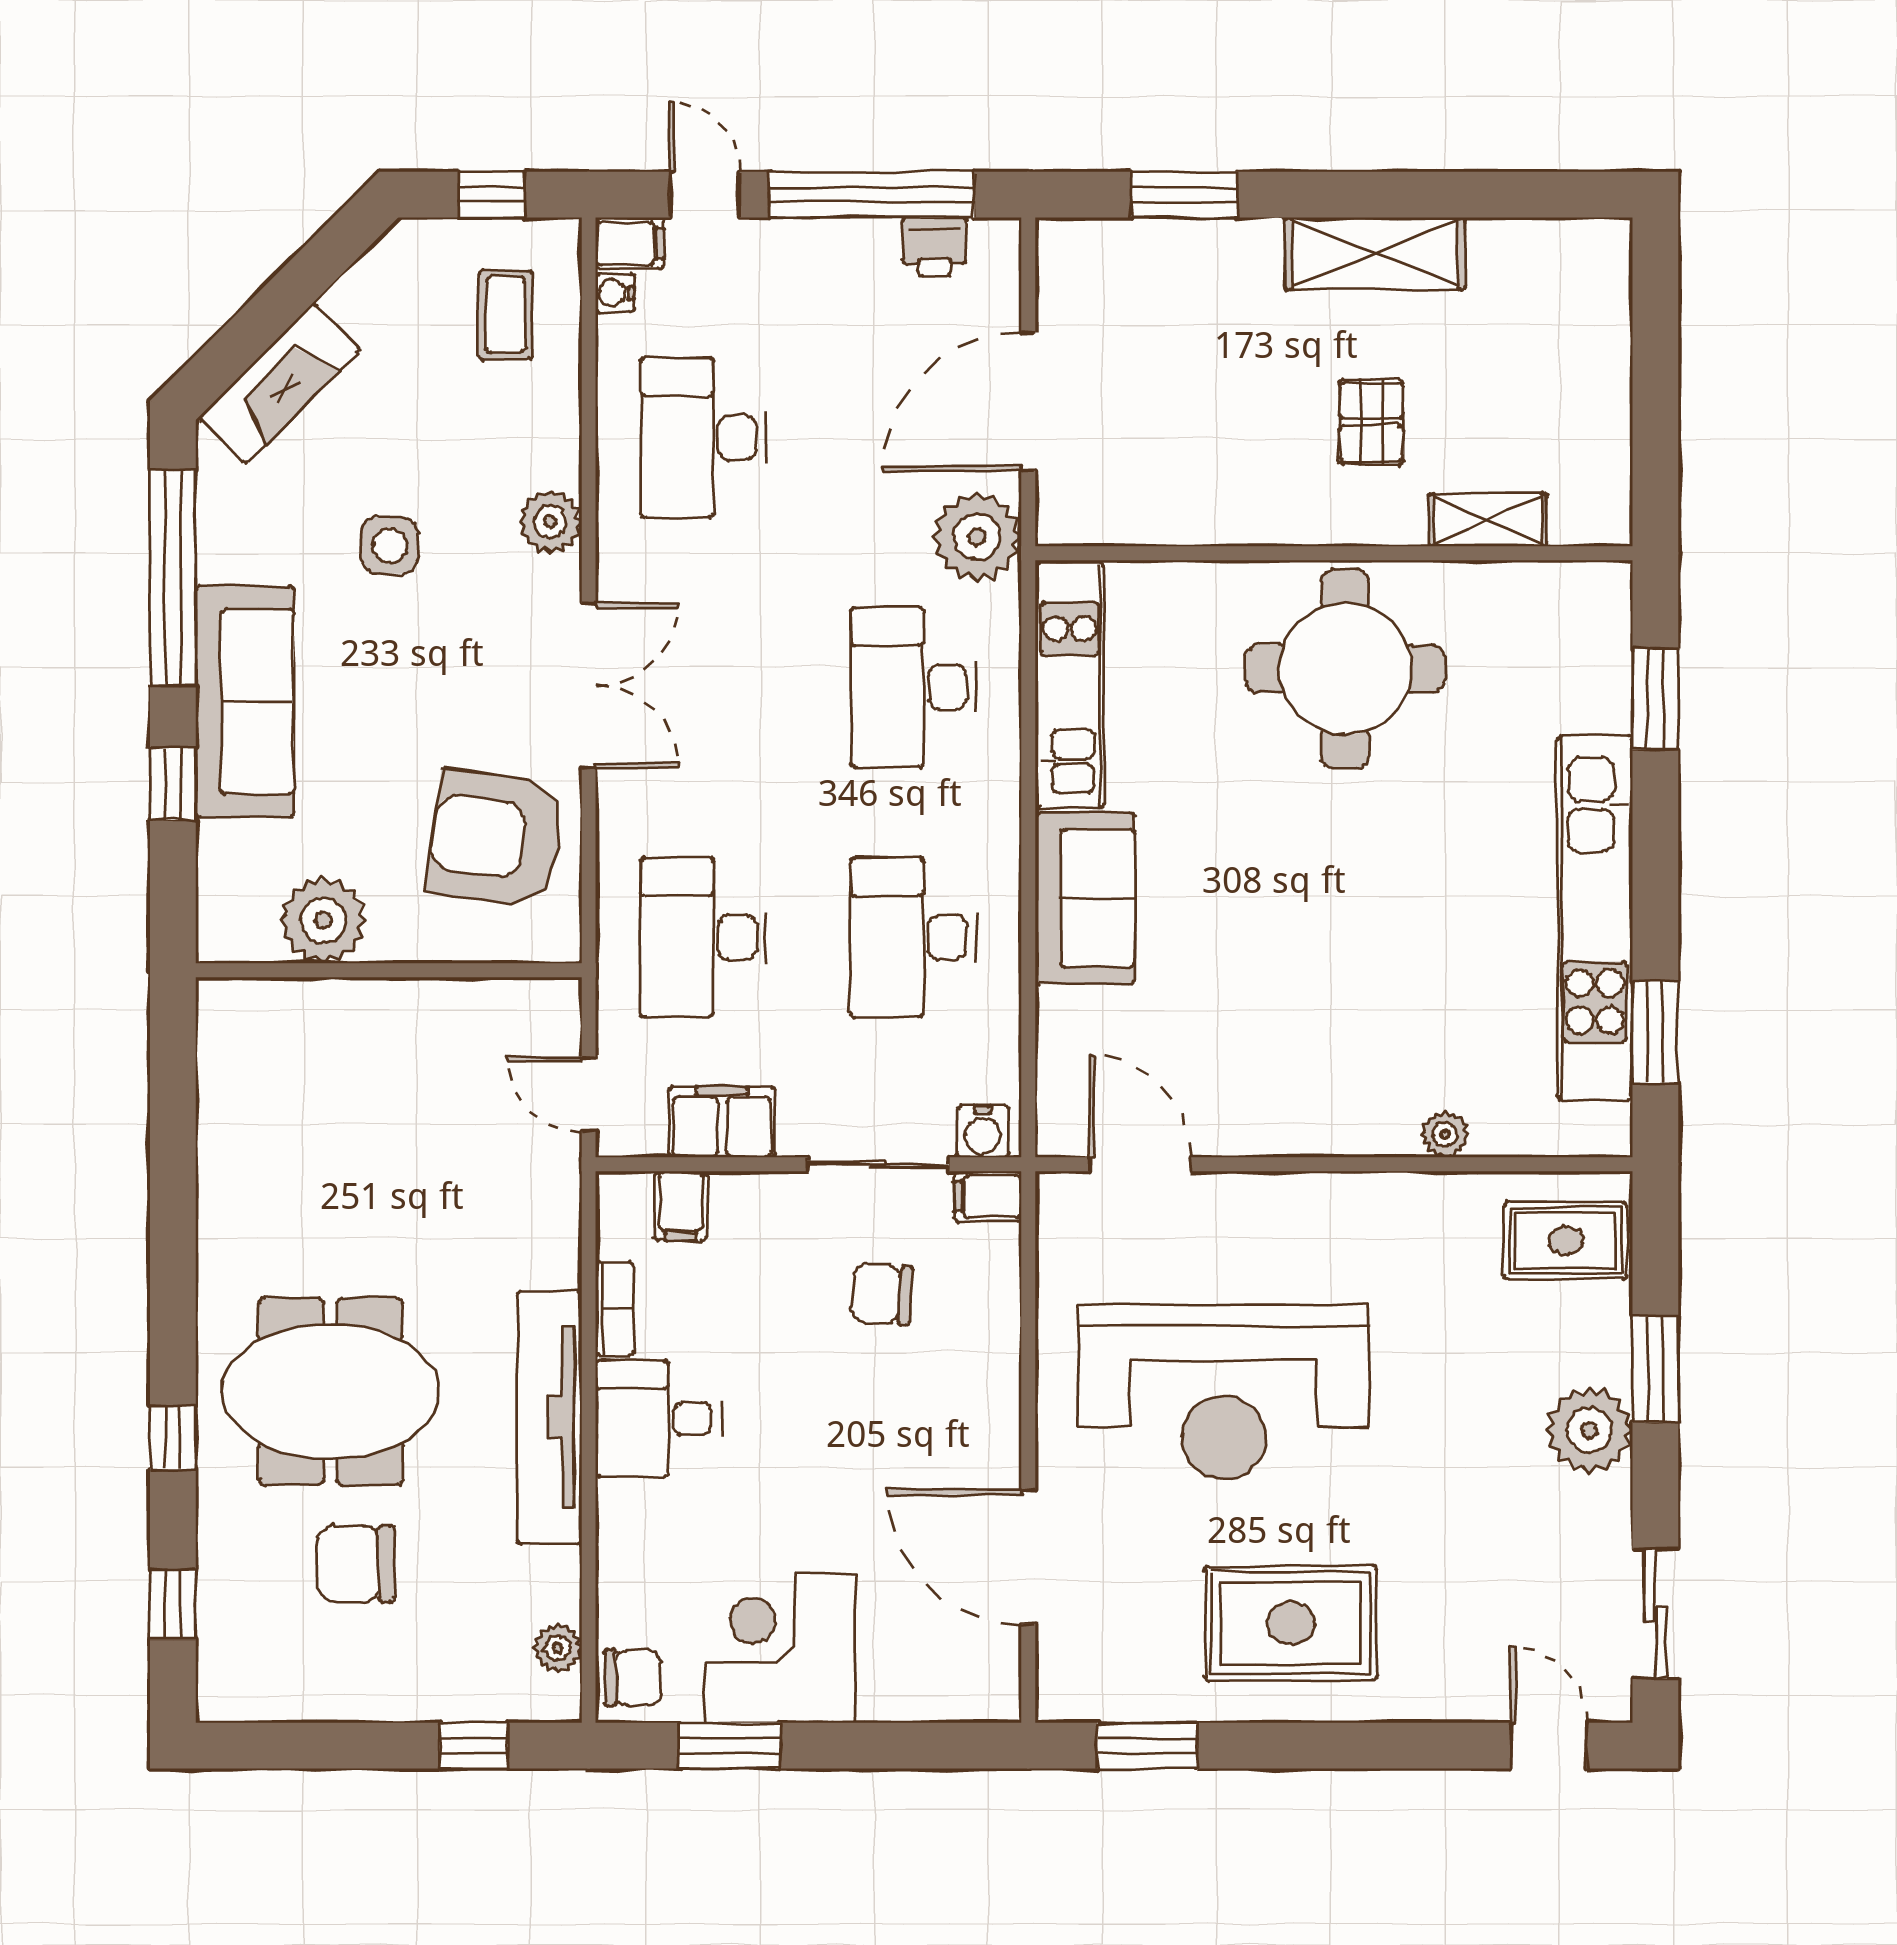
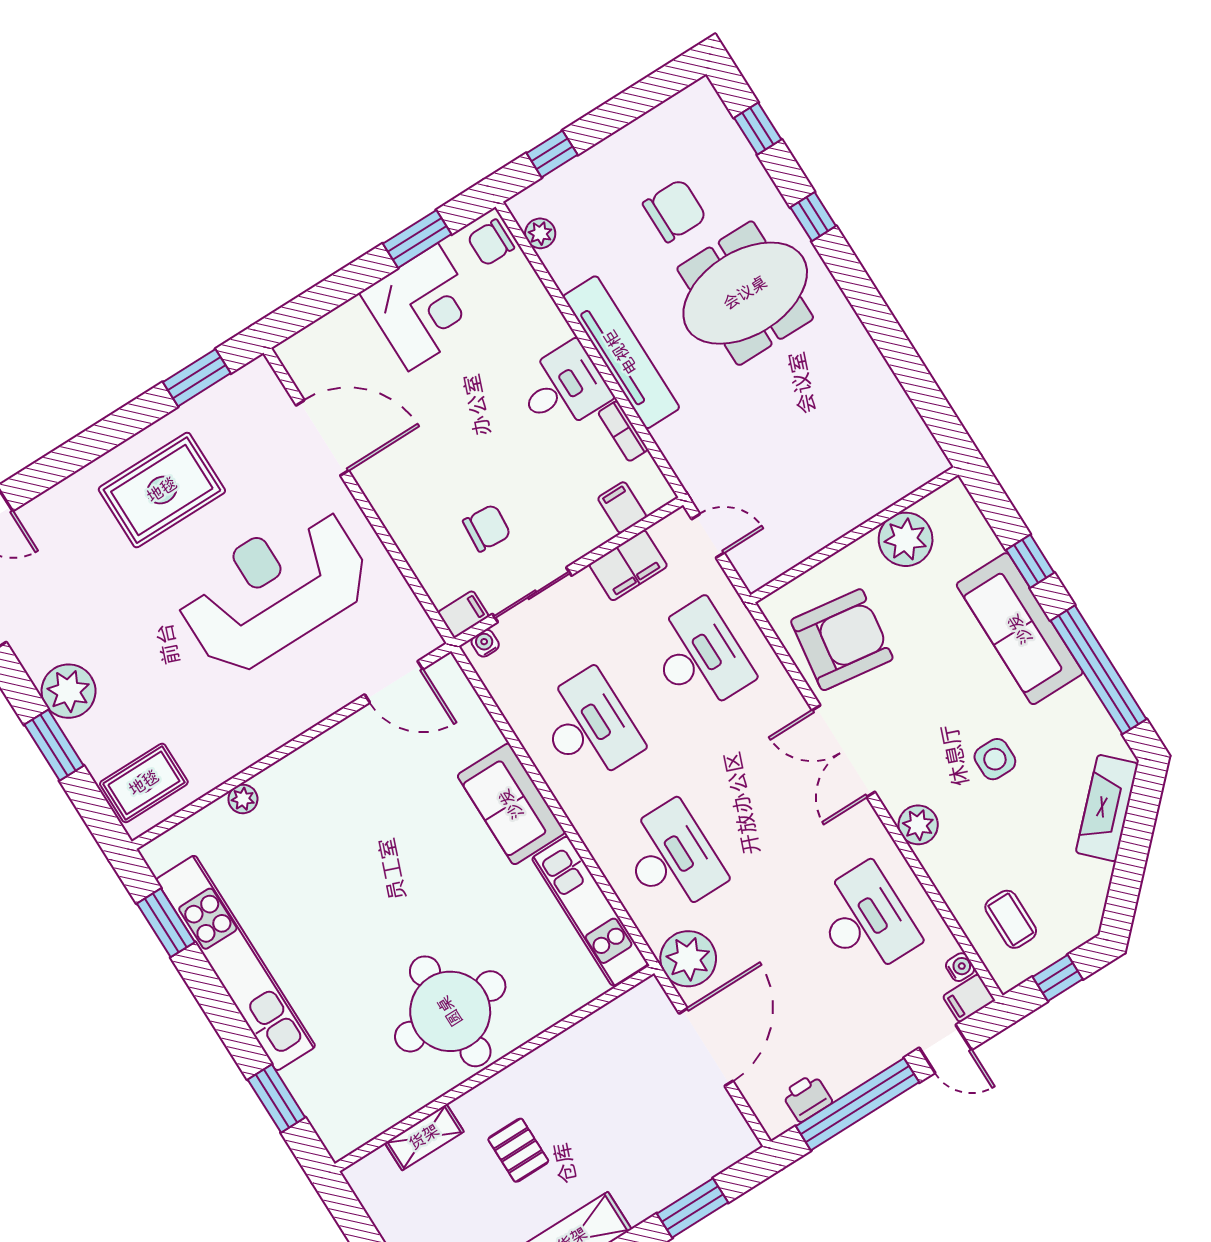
water cooler: (983, 1132) -> (485, 643), width x0.72, depth x0.72

